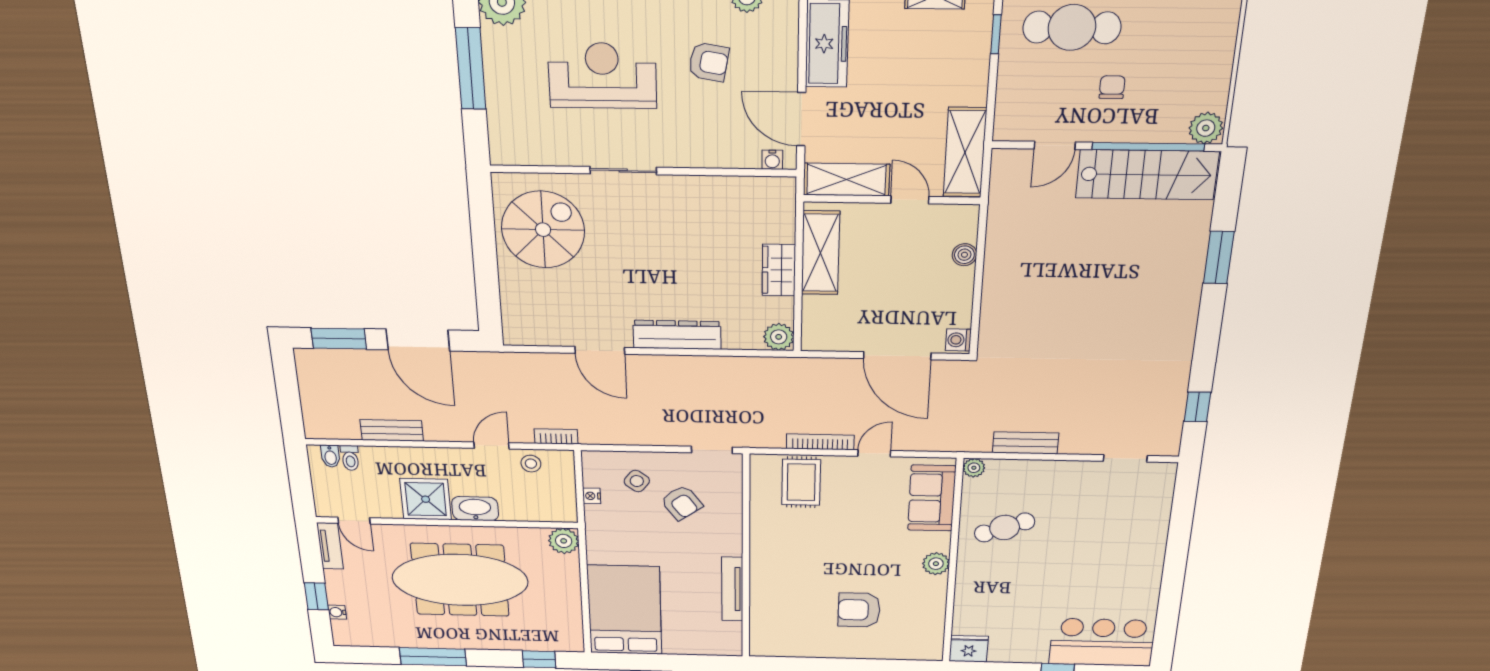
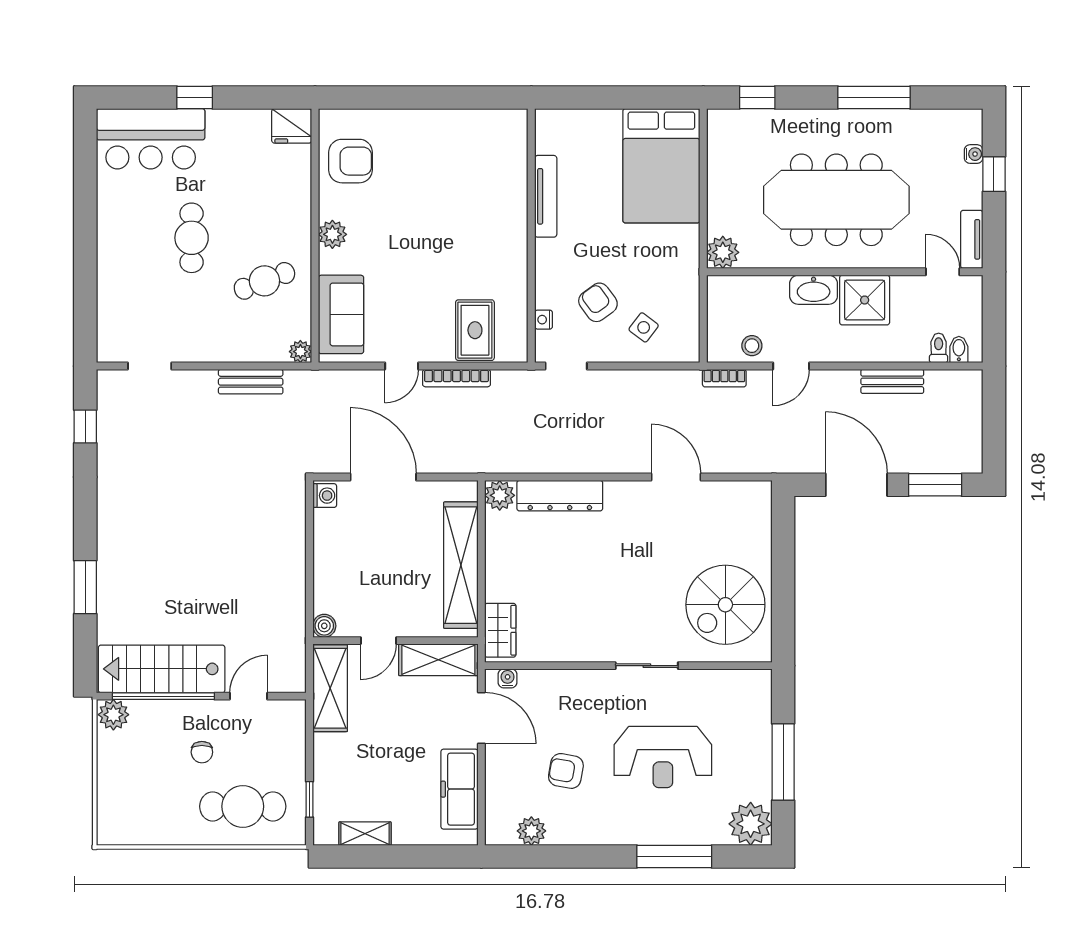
door: (910, 200) -> (378, 641), hinge flipped
shelving: (821, 253) -> (461, 565), width x1.47
boiler: (964, 255) -> (324, 626), moved
wardrobe: (779, 270) -> (500, 630), moved
dresser: (677, 335) -> (560, 496), moved
nightstand: (592, 496) -> (544, 320), moved, turned 180
cafe table: (1072, 564) -> (192, 238), added
armchair: (859, 610) -> (351, 161), moved

